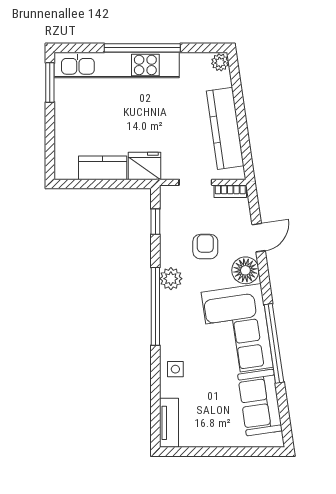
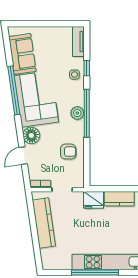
plant: (220, 62) -> (47, 264), removed
window: (155, 222) -> (87, 68), moved
armchair: (205, 247) -> (68, 152), moved, turned -90
plant: (171, 279) -> (77, 113), moved

